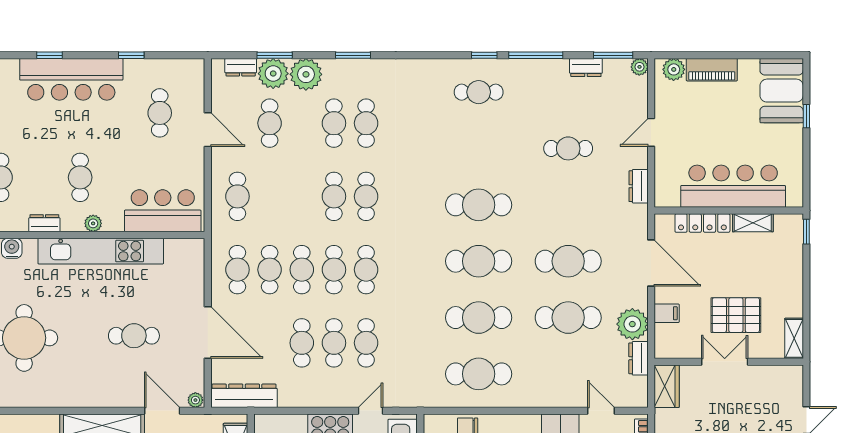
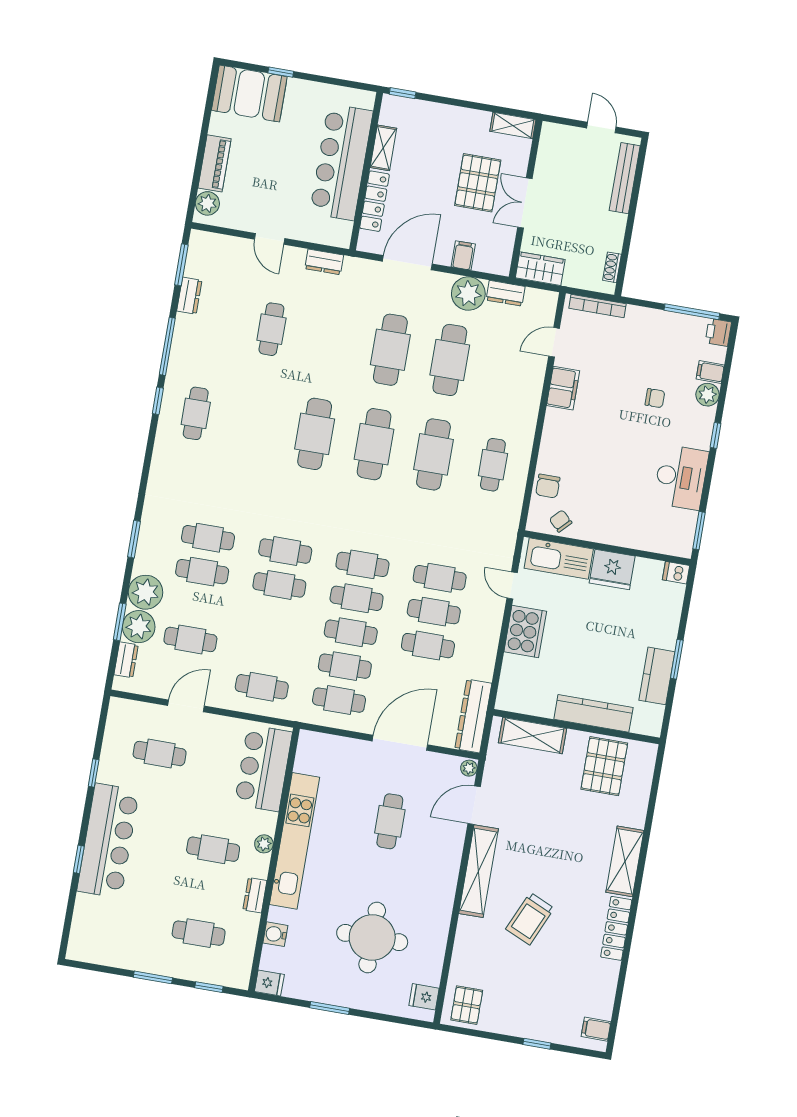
plant: (639, 67) -> (198, 239), removed
cafe table: (479, 374) -> (493, 465), width x0.73, depth x0.74

